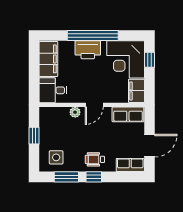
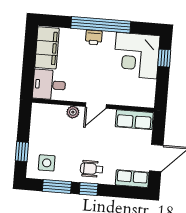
printer: (88, 50) -> (94, 37), width x0.53, depth x0.68
filing cabinet: (136, 91) -> (146, 93), removed
window: (34, 136) -> (22, 152), moved

